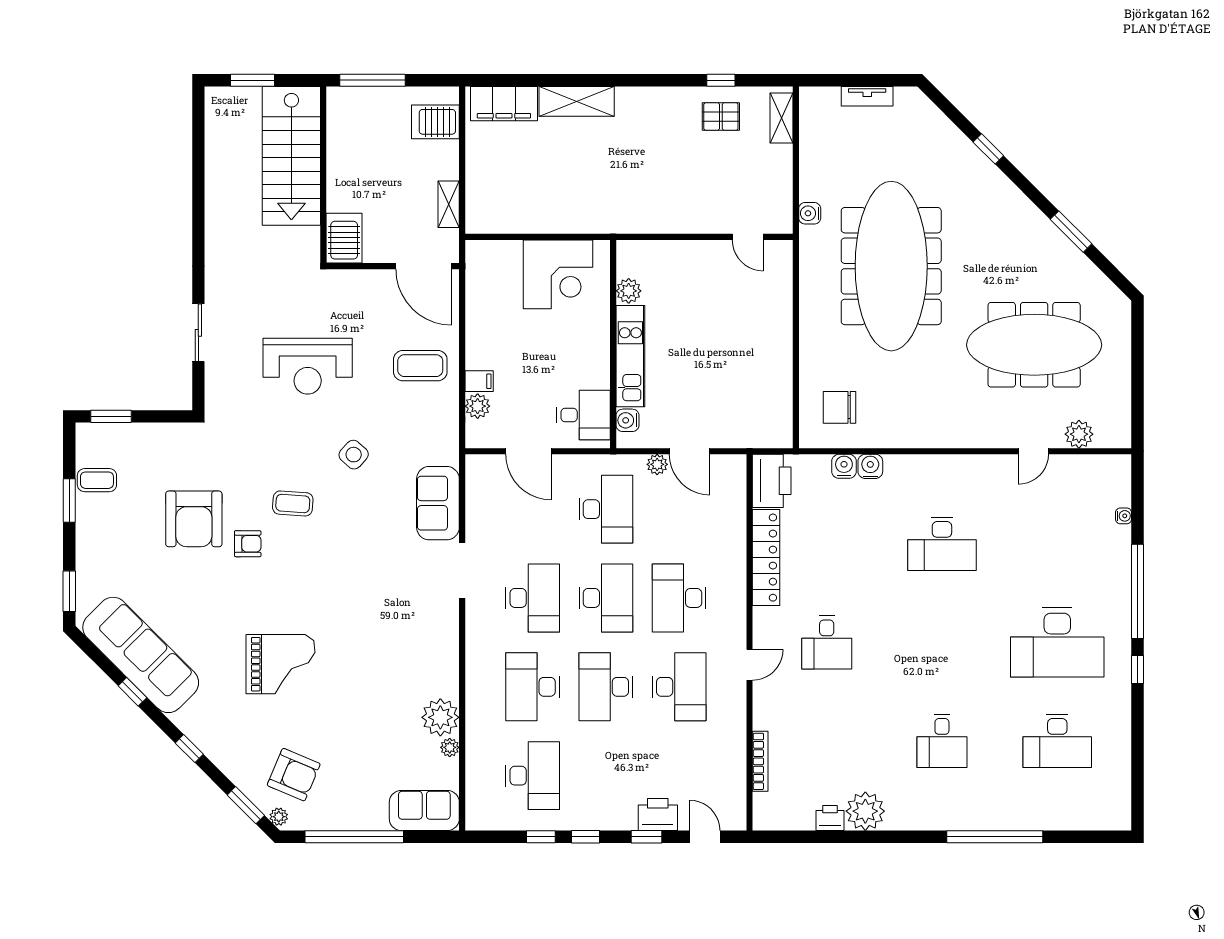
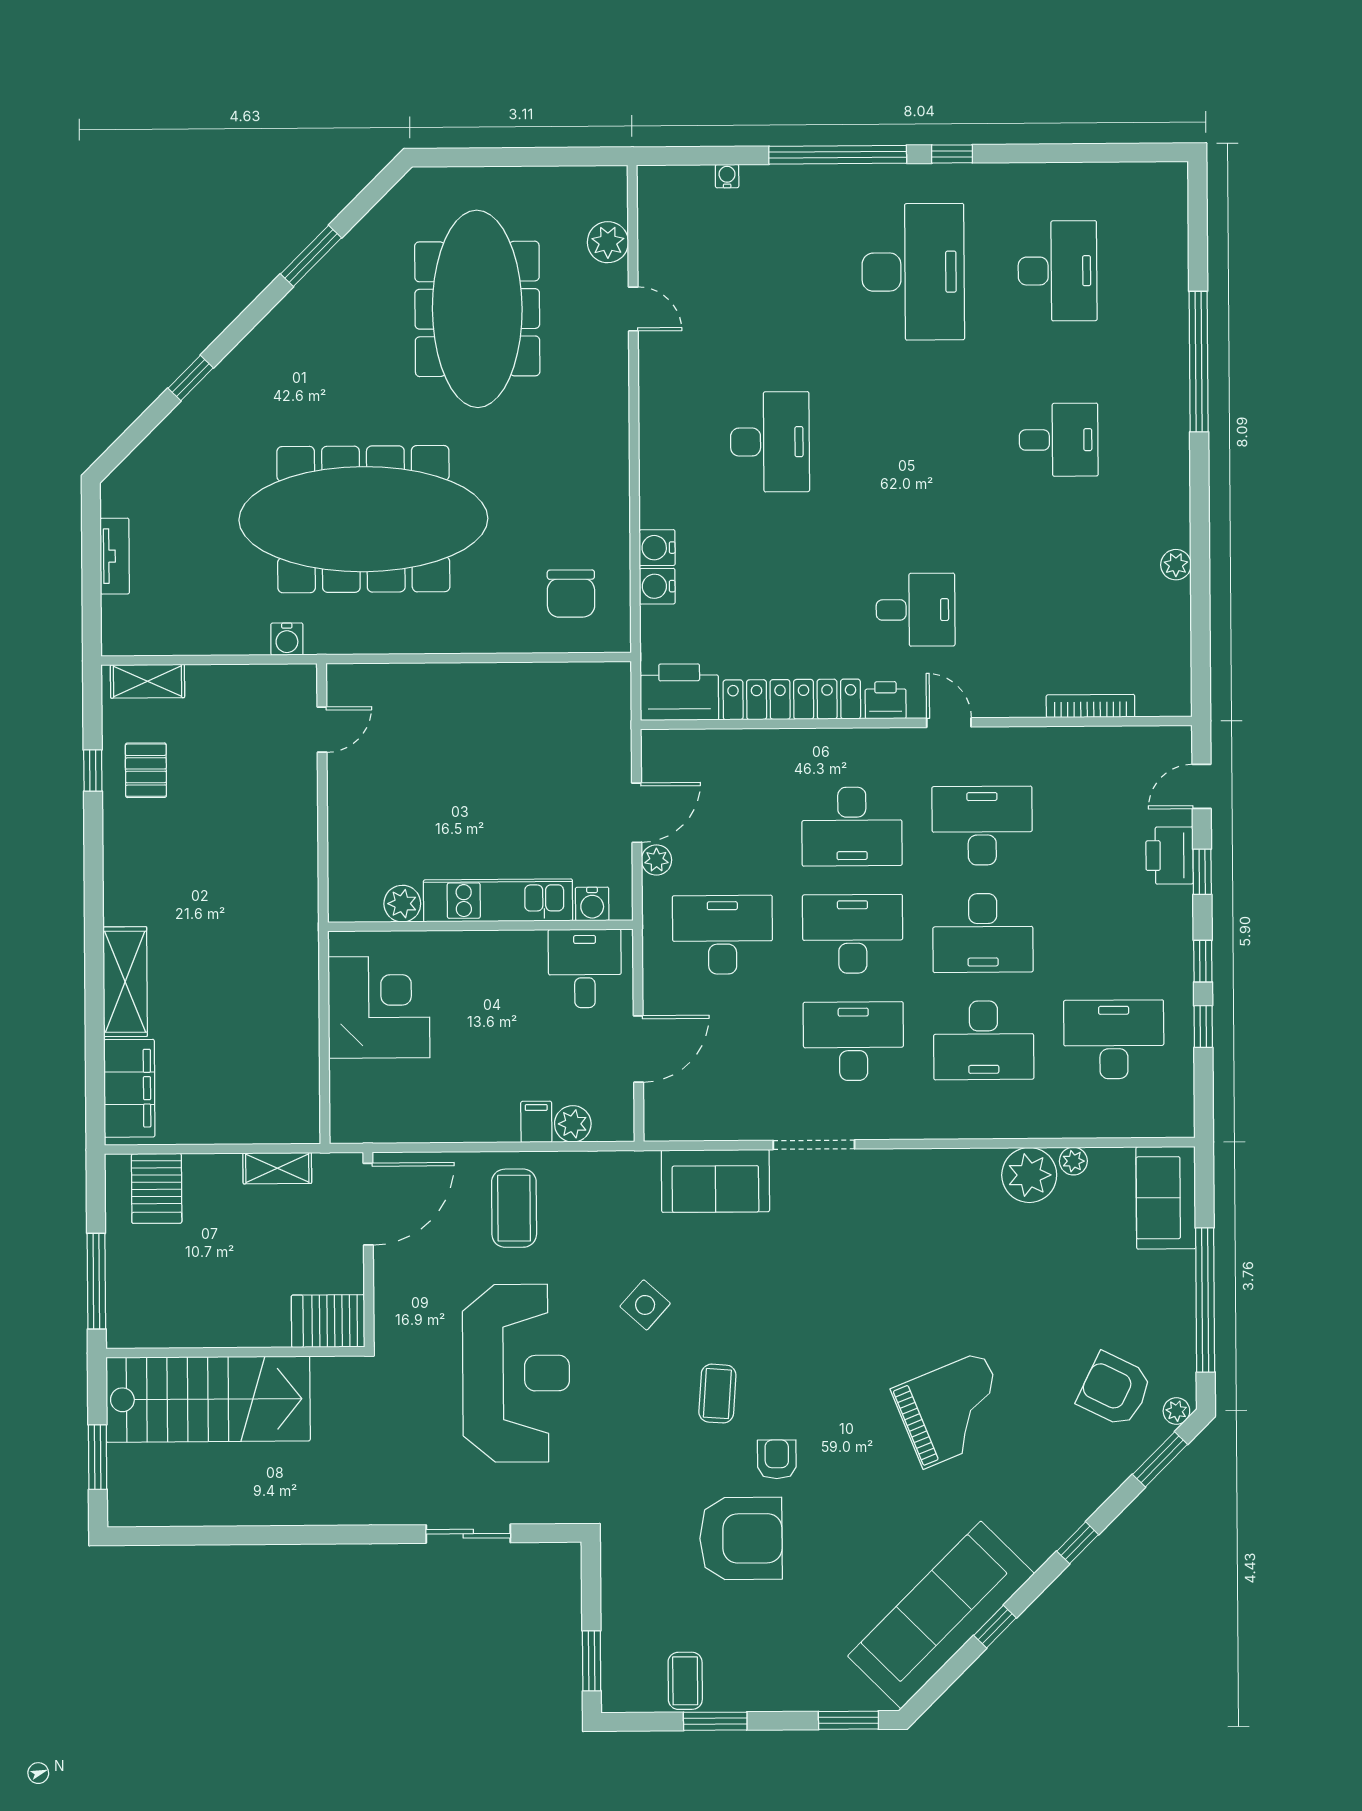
reception desk: (308, 366) -> (516, 1373), width x1.36, depth x1.30
grand piano: (280, 664) -> (953, 1410), turned 68
armchair: (294, 775) -> (1115, 1390), turned -87
plant: (865, 811) -> (1176, 565), width x0.53, depth x0.53
printer: (830, 818) -> (886, 700), moved, turned 90

